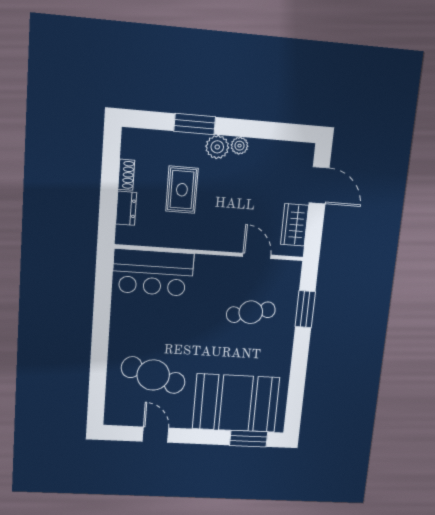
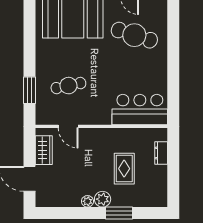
shoe rack: (126, 175) -> (163, 176), removed

